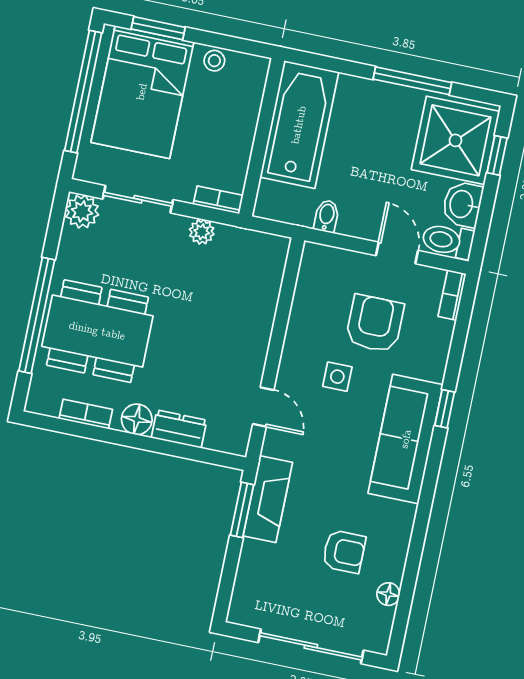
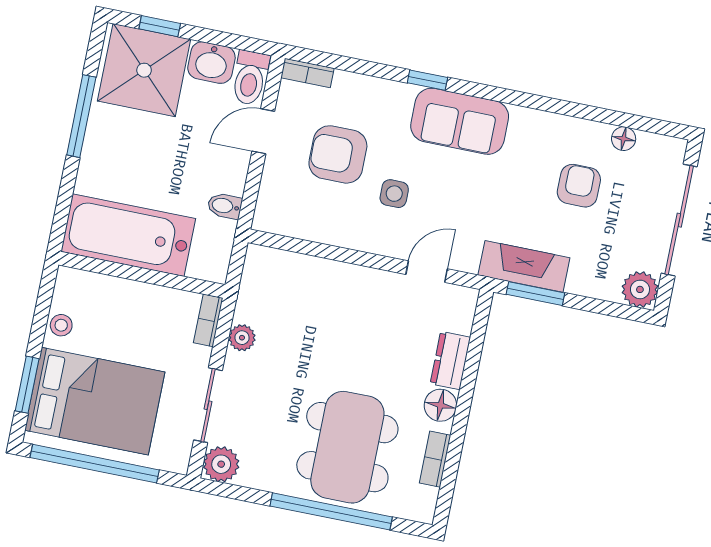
sofa: (406, 439) -> (460, 121), width x0.73
plant: (245, 609) -> (640, 289), added

